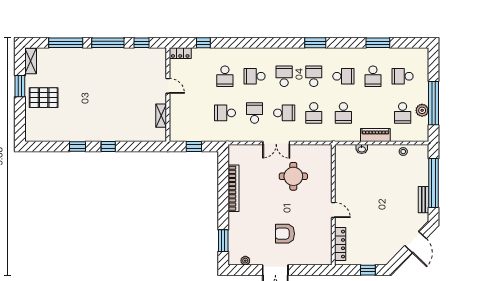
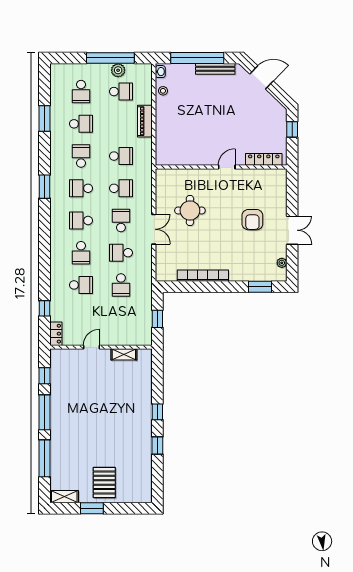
washbasin: (362, 149) -> (160, 72), moved
bench: (423, 200) -> (215, 69), width x1.36

